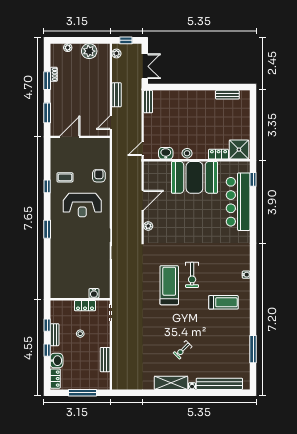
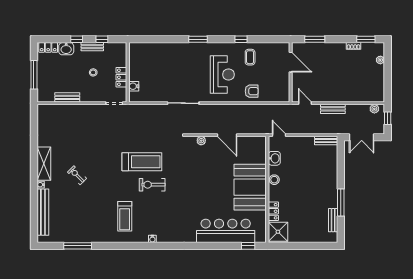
plant: (89, 51) -> (377, 81), removed
window: (47, 81) -> (366, 39), moved
window: (210, 87) -> (341, 202), added
reception desk: (82, 205) -> (222, 75), turned 180

